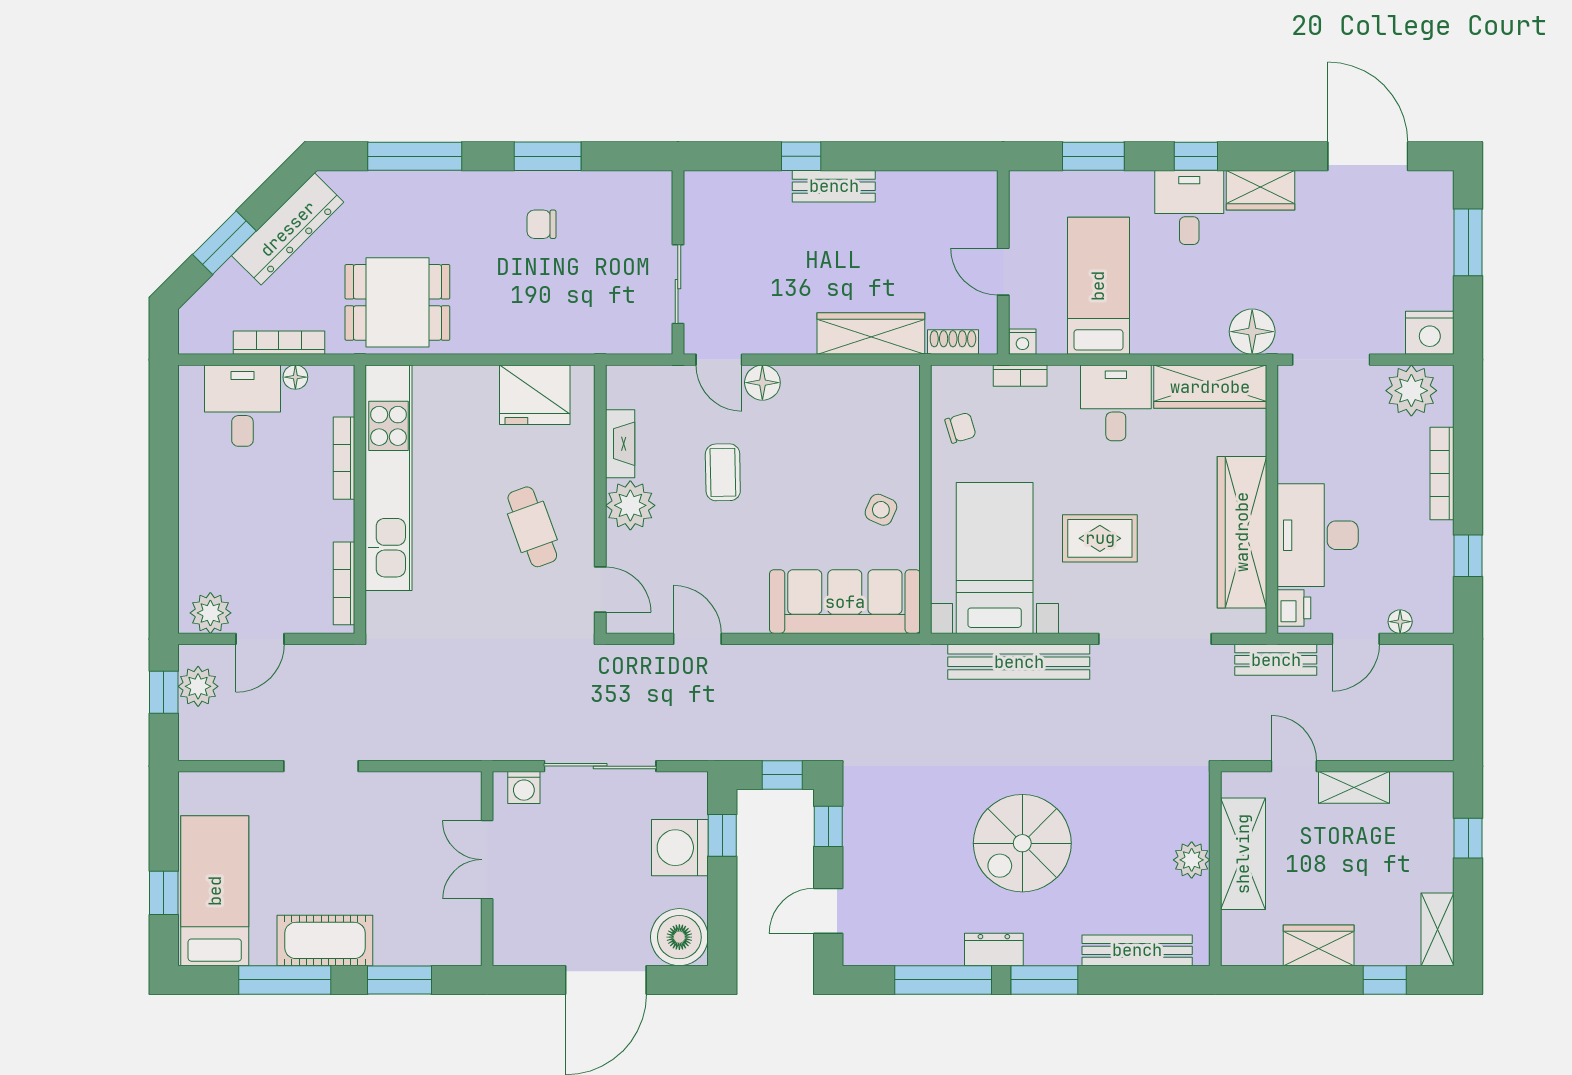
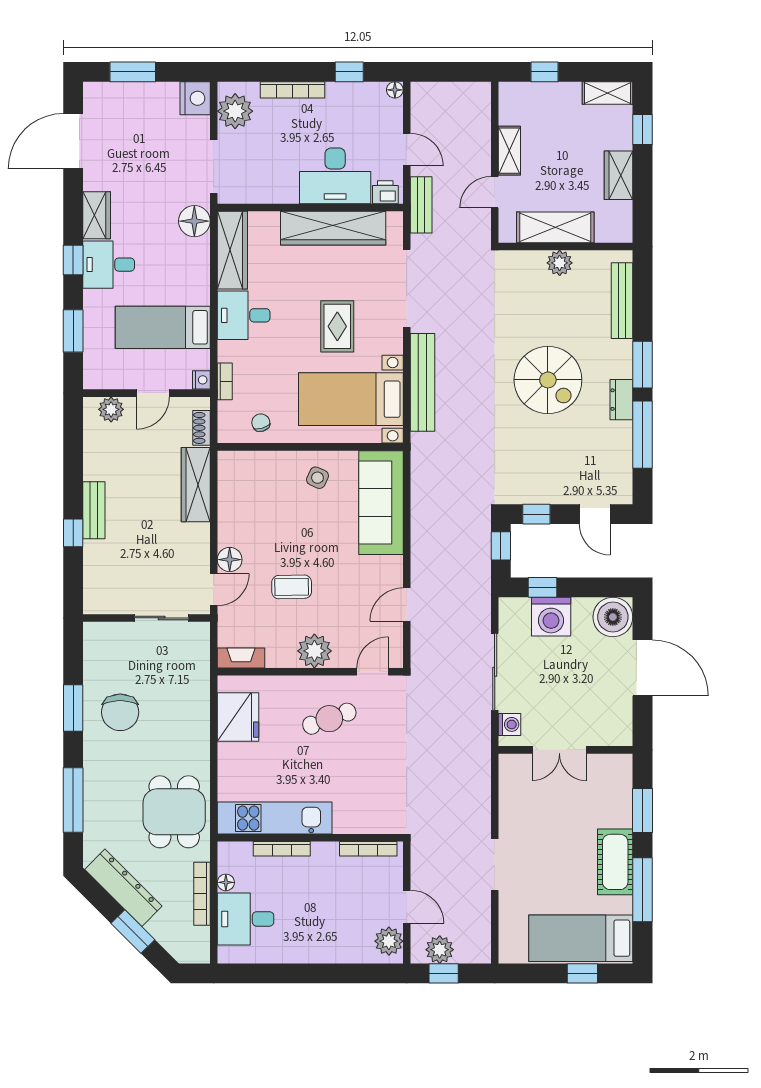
plant: (980, 211) -> (111, 409), added
chair: (541, 224) -> (120, 712), width x1.87, depth x1.87
fireplace: (620, 444) -> (241, 658), moved
kitchen unit: (388, 478) -> (275, 818), width x0.73
floor lamp: (1400, 622) -> (395, 90), moved

